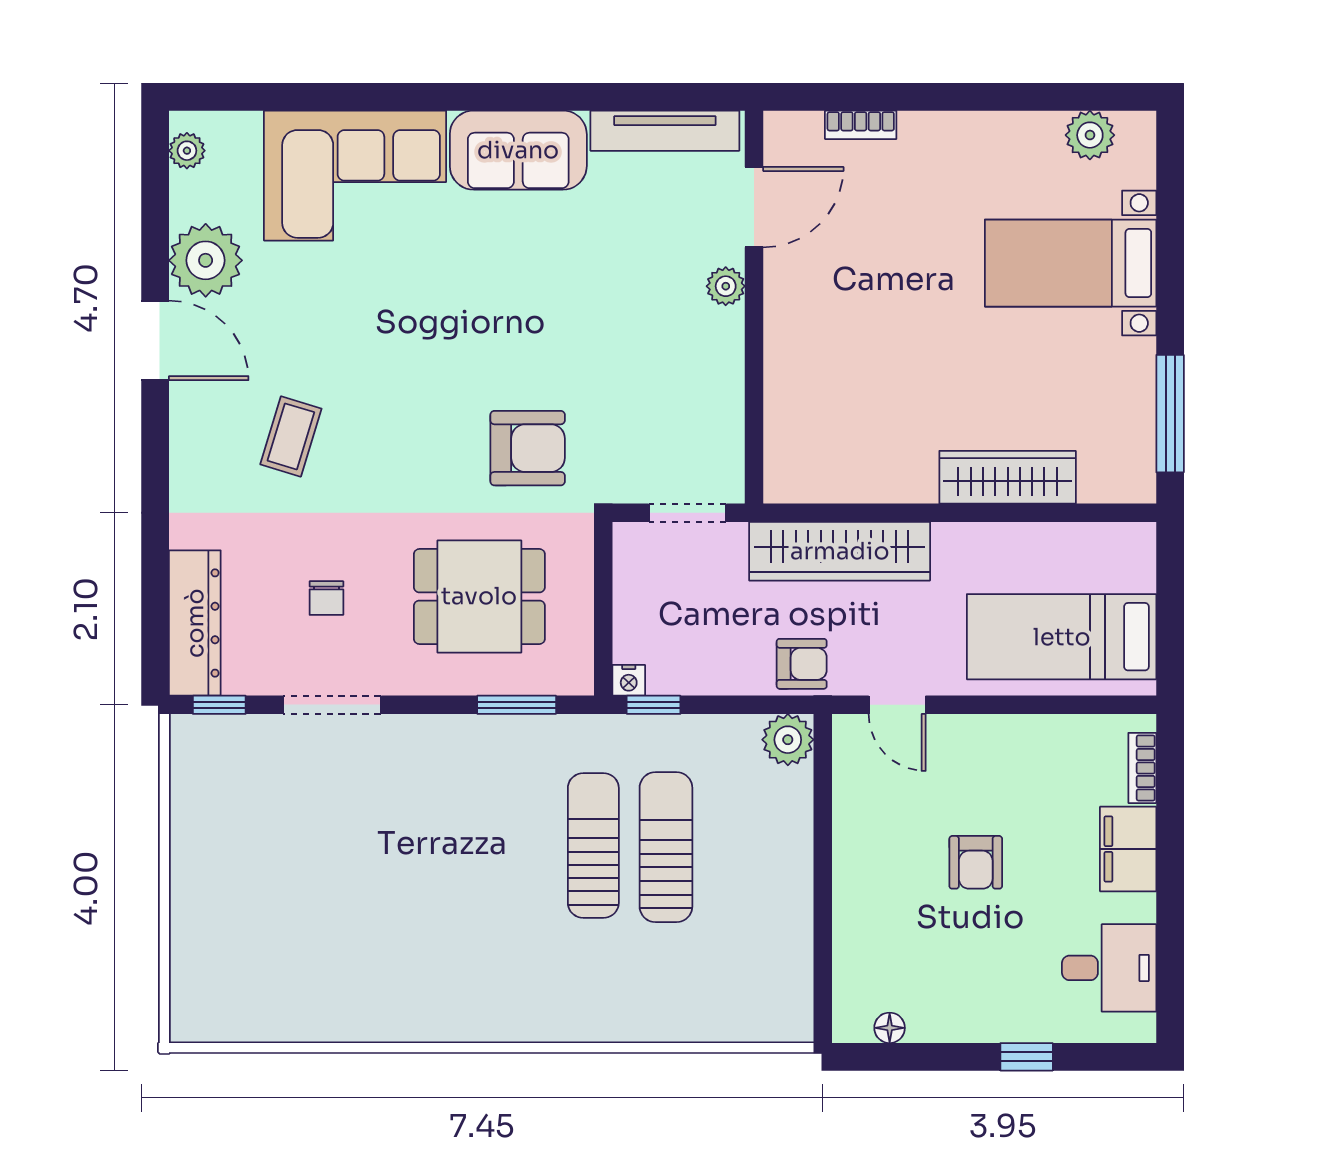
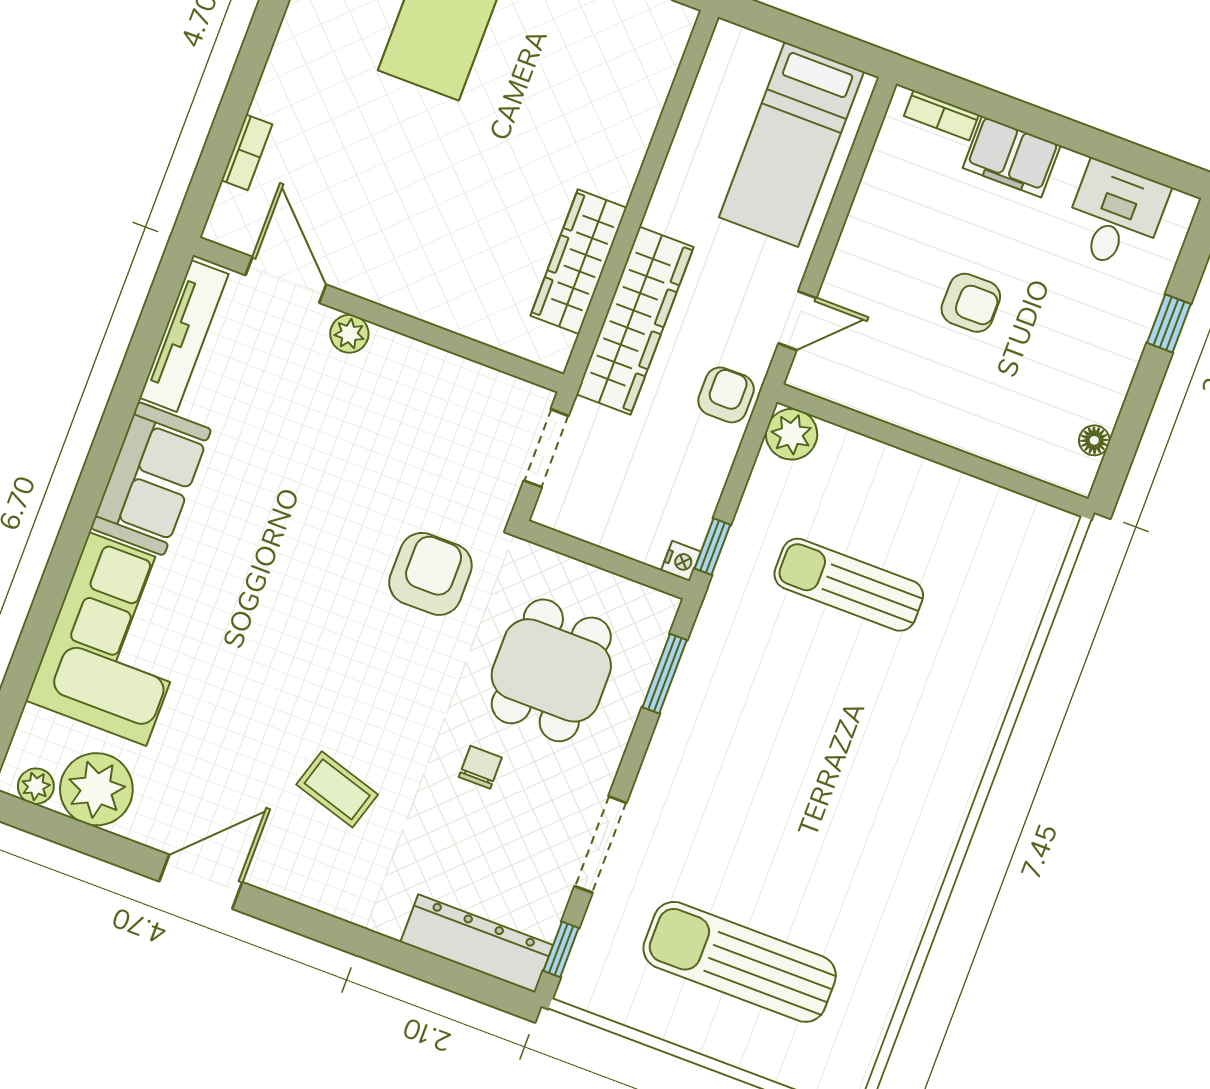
plant: (206, 260) -> (96, 789), moved
wardrobe: (1008, 477) -> (579, 262), moved
chair: (326, 598) -> (480, 767), moved, turned -90
sun lounger: (593, 845) -> (740, 962), moved, width x1.36, depth x1.34

